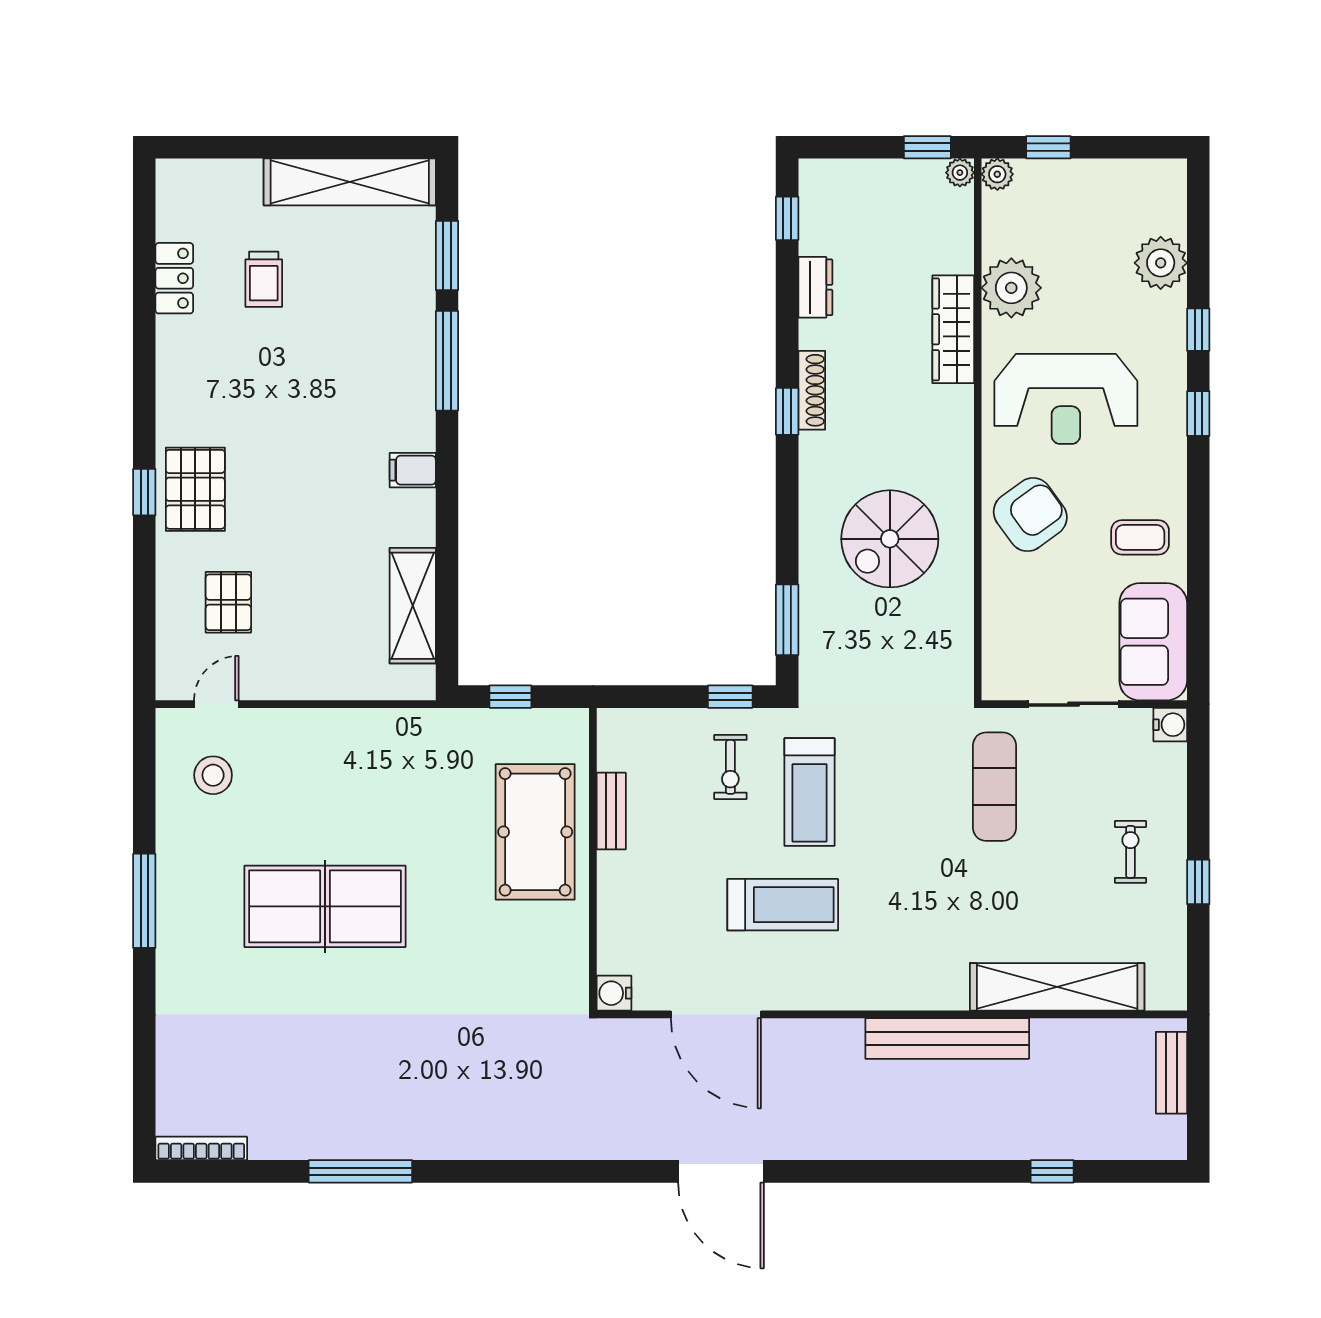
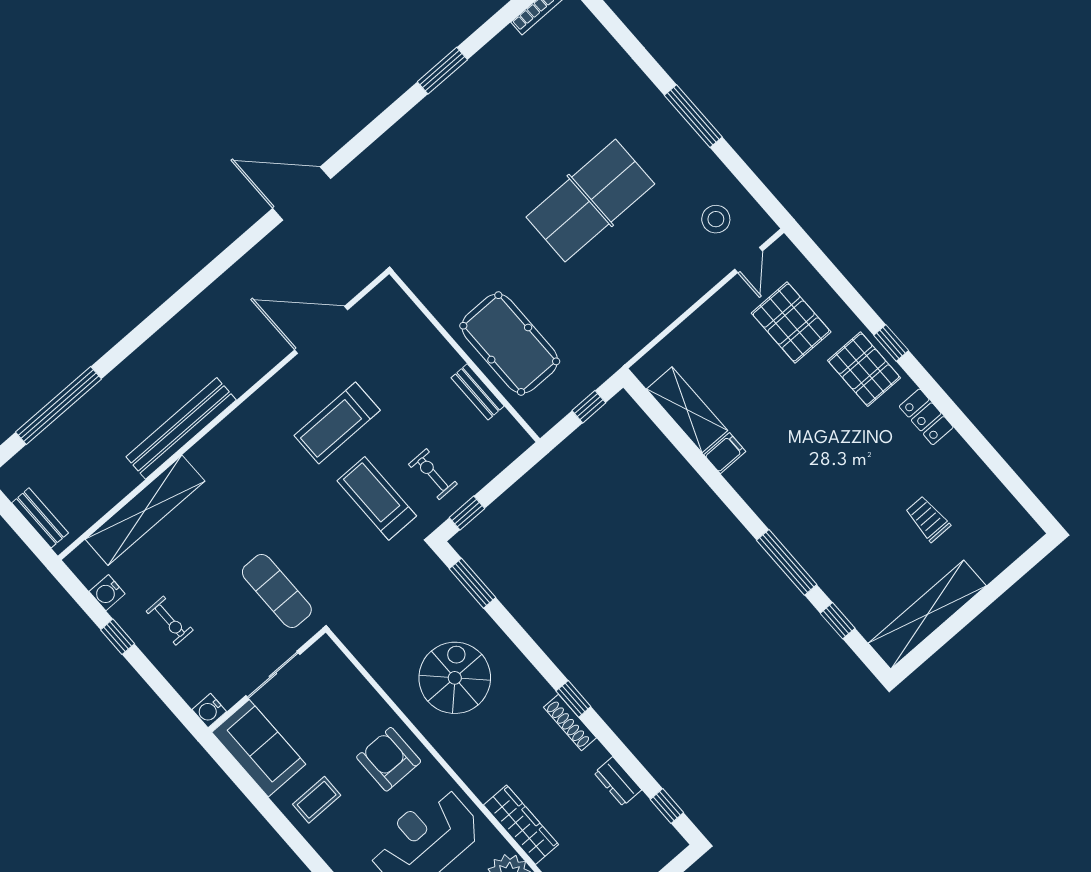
window: (447, 256) -> (838, 621), width x0.67
locker: (174, 278) -> (926, 417), moved
filing cabinet: (413, 470) -> (725, 453), moved
armchair: (1030, 515) -> (389, 759), turned 126
pallet: (228, 602) -> (791, 322), width x1.50, depth x1.42
water cooler: (614, 993) -> (107, 593), moved, turned 180
window: (360, 1171) -> (442, 71), width x0.69
door: (721, 1171) -> (302, 193), moved
window: (1052, 1171) -> (59, 406), width x3.17

